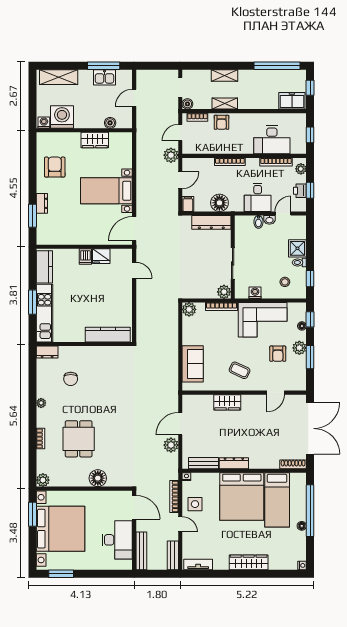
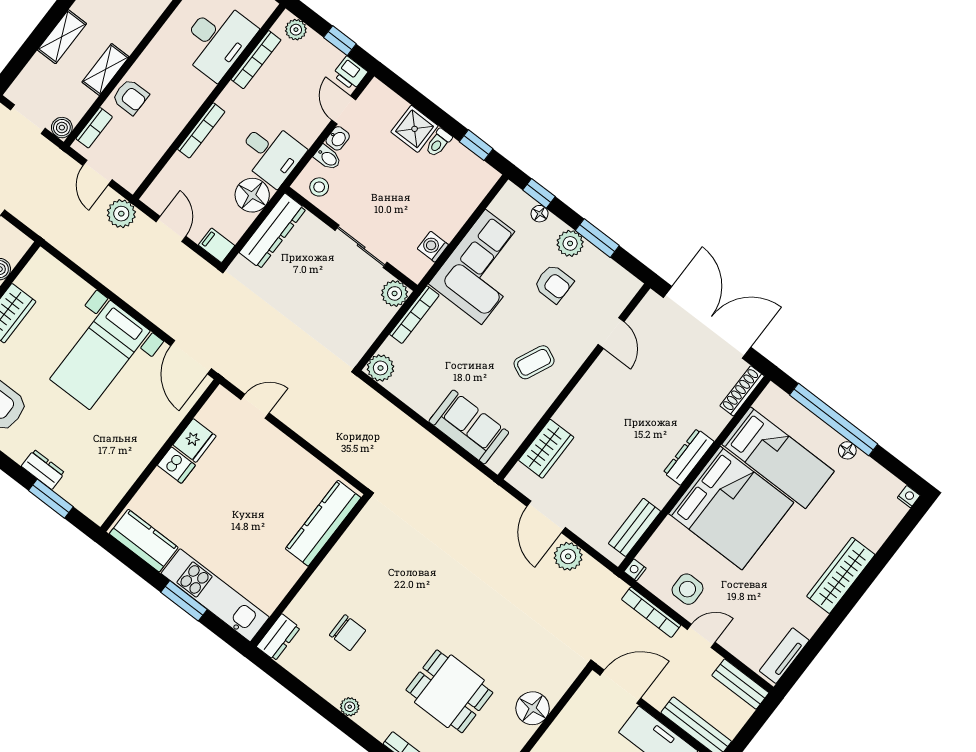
printer: (300, 191) -> (350, 73), moved
desk: (258, 197) -> (271, 153), moved
stool: (285, 282) -> (319, 187), moved
wardrobe: (227, 402) -> (546, 449), moved
dresser: (234, 463) -> (689, 457), moved

